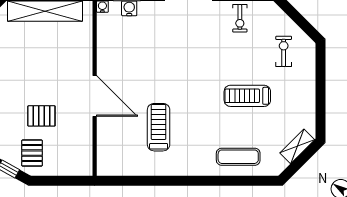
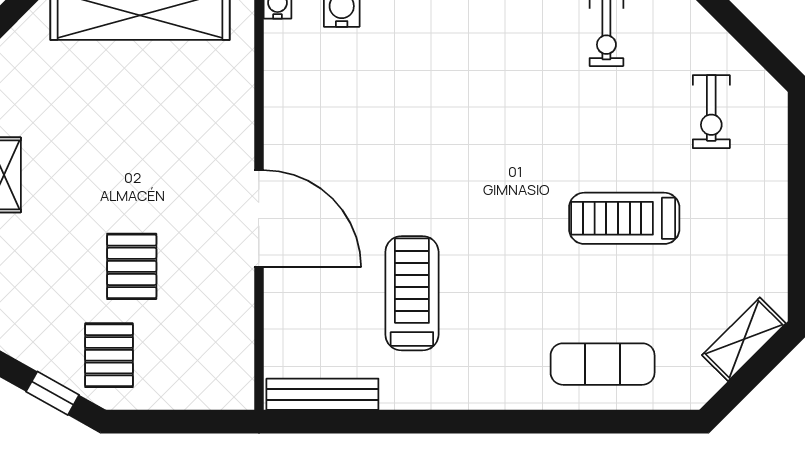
exercise bike: (284, 51) -> (711, 112), turned 180
pallet: (41, 116) -> (132, 266), turned 90
bench: (121, 169) -> (322, 394), added

